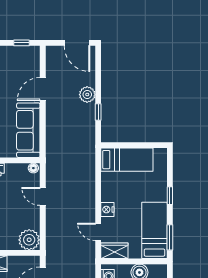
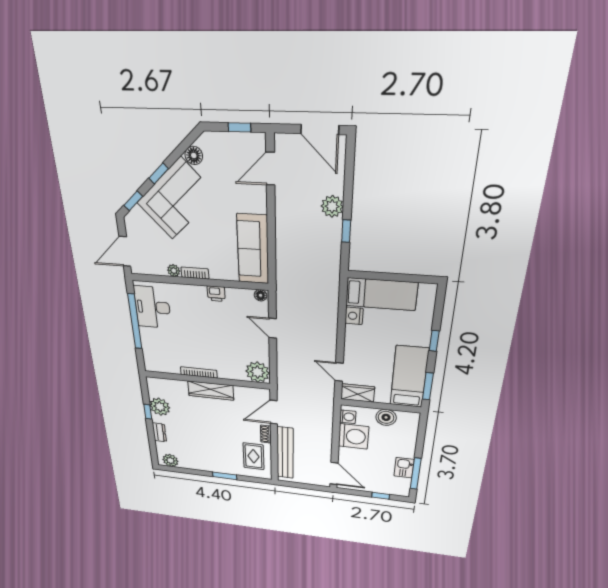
door: (43, 89) -> (270, 169), moved
nightstand: (107, 210) -> (354, 316), moved

